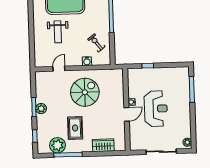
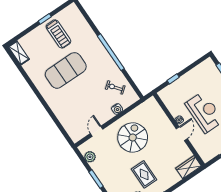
weight bench: (58, 32) -> (75, 99), removed
plant: (41, 109) -> (90, 157), moved
wardrobe: (103, 145) -> (189, 167), moved

